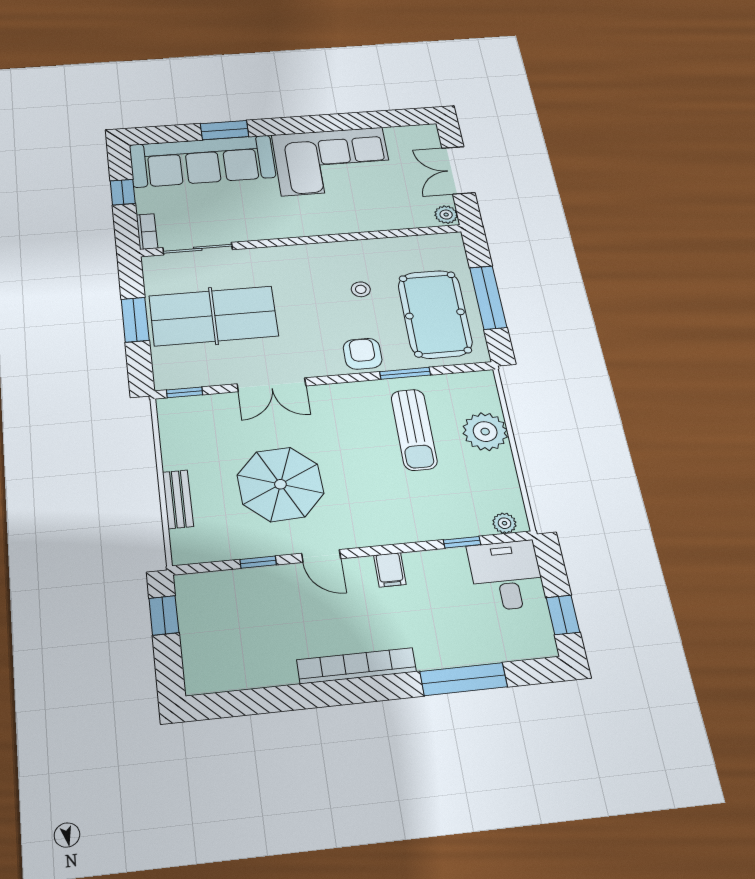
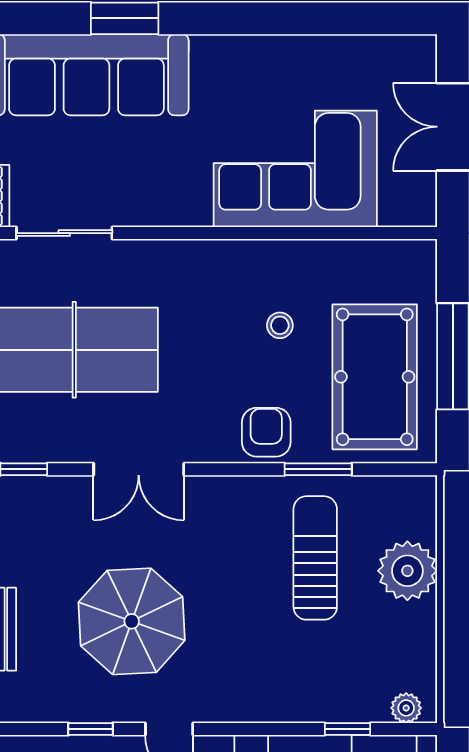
corner sofa: (332, 161) -> (295, 169), moved, turned 180
plant: (446, 215) -> (421, 206), removed
sun lounger: (414, 430) -> (315, 558), turned 180

